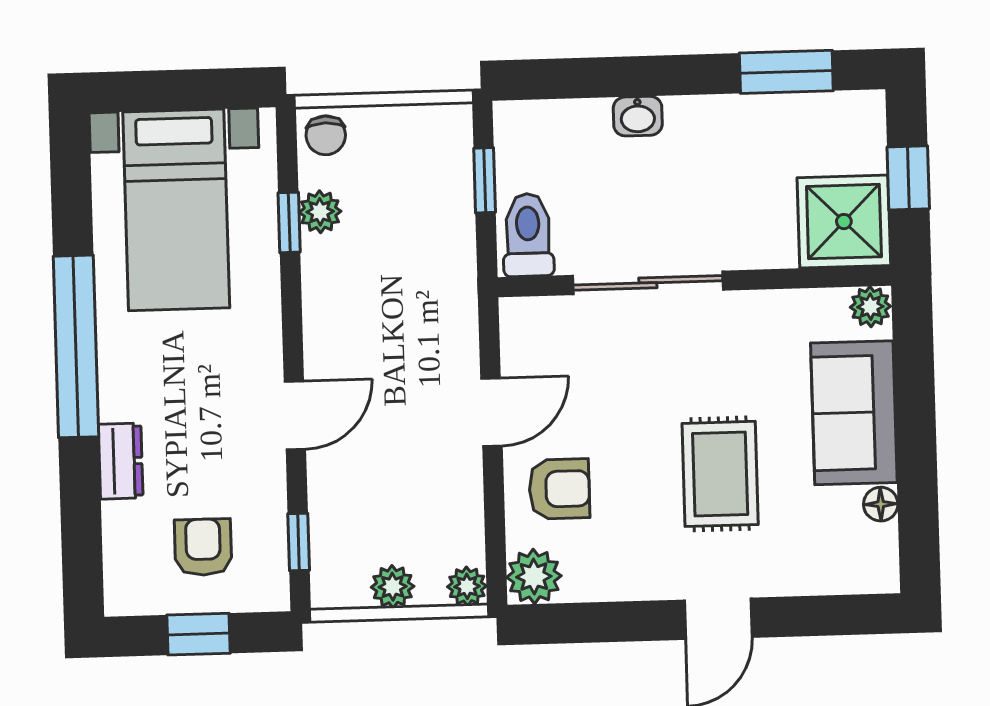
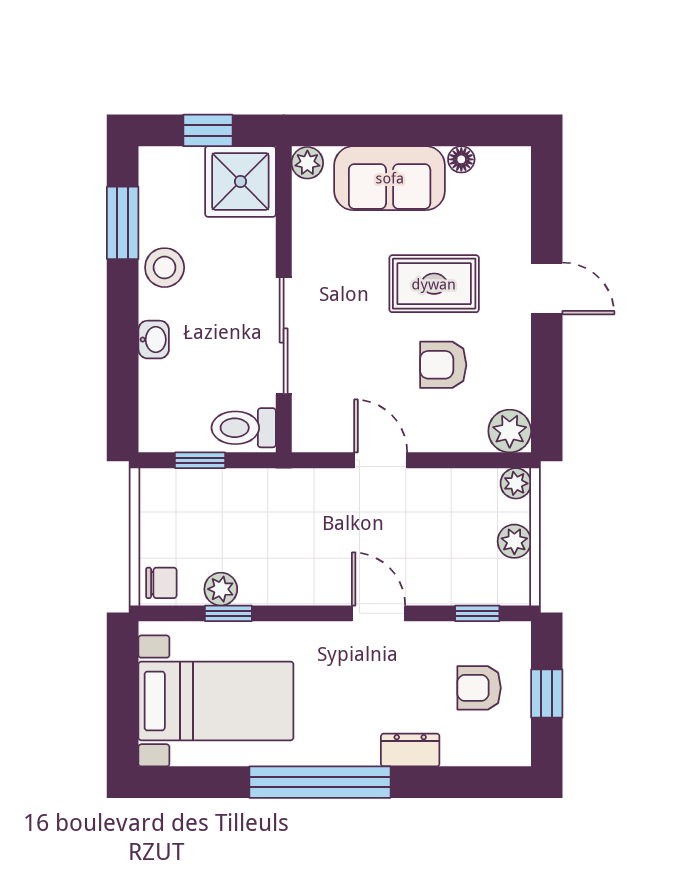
stool: (731, 127) -> (165, 268), added
armchair: (559, 489) -> (443, 365), moved, turned -90

